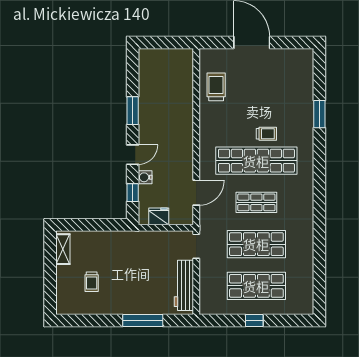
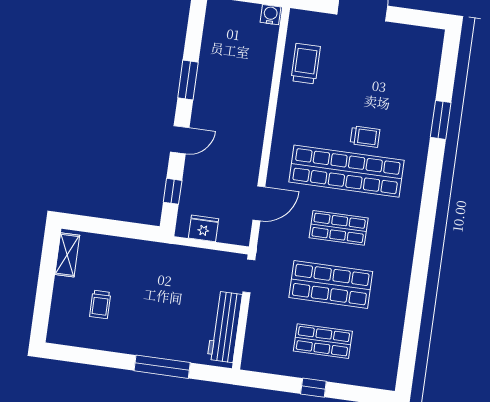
water cooler: (145, 177) -> (270, 15), moved, turned 90
shop shelf: (256, 286) -> (323, 341), width x0.70, depth x0.74

